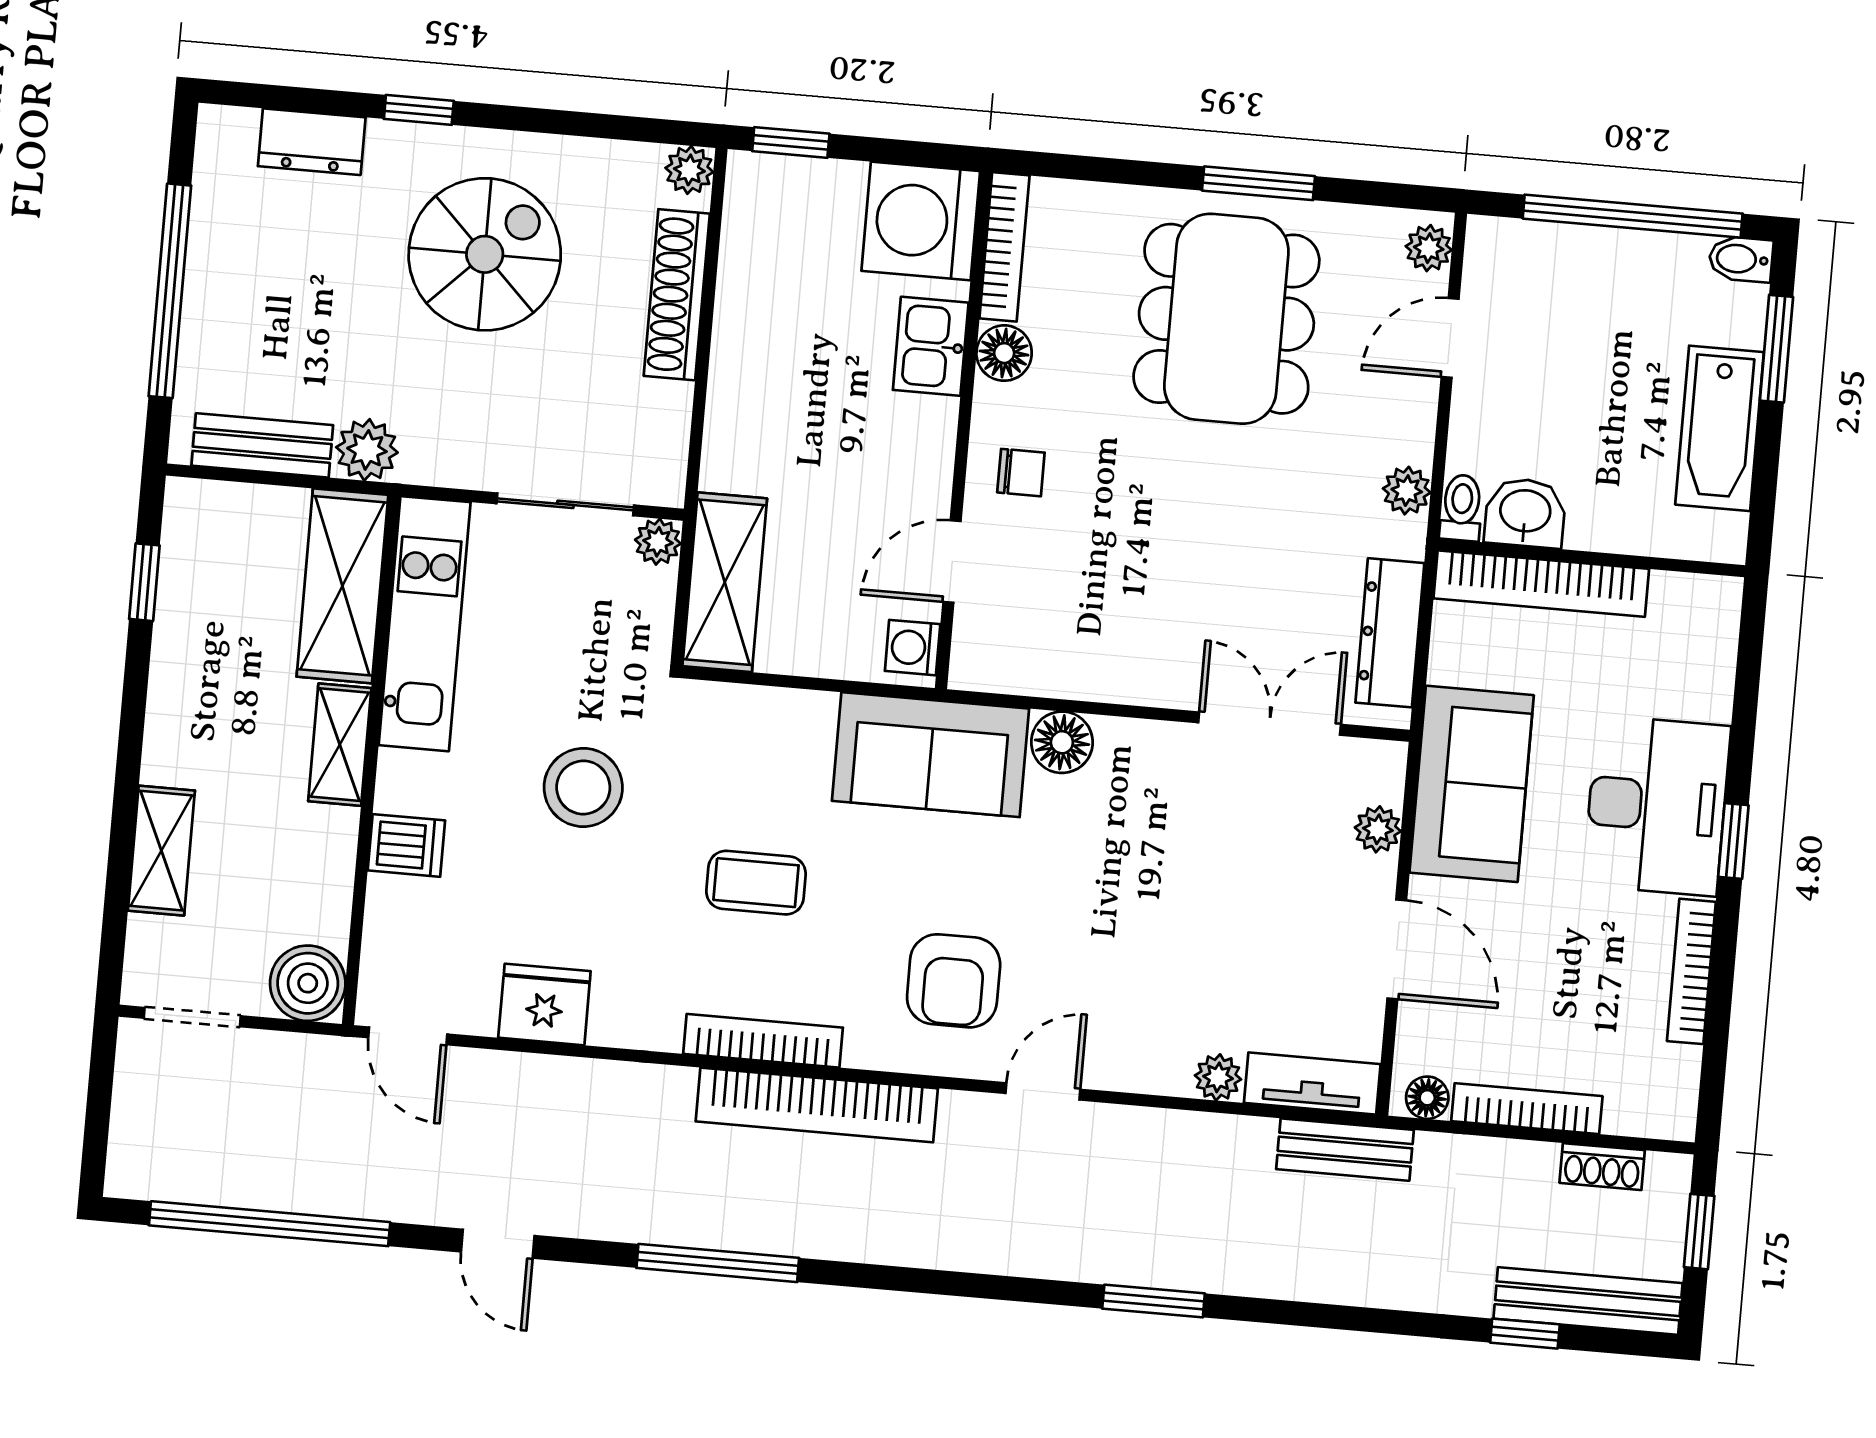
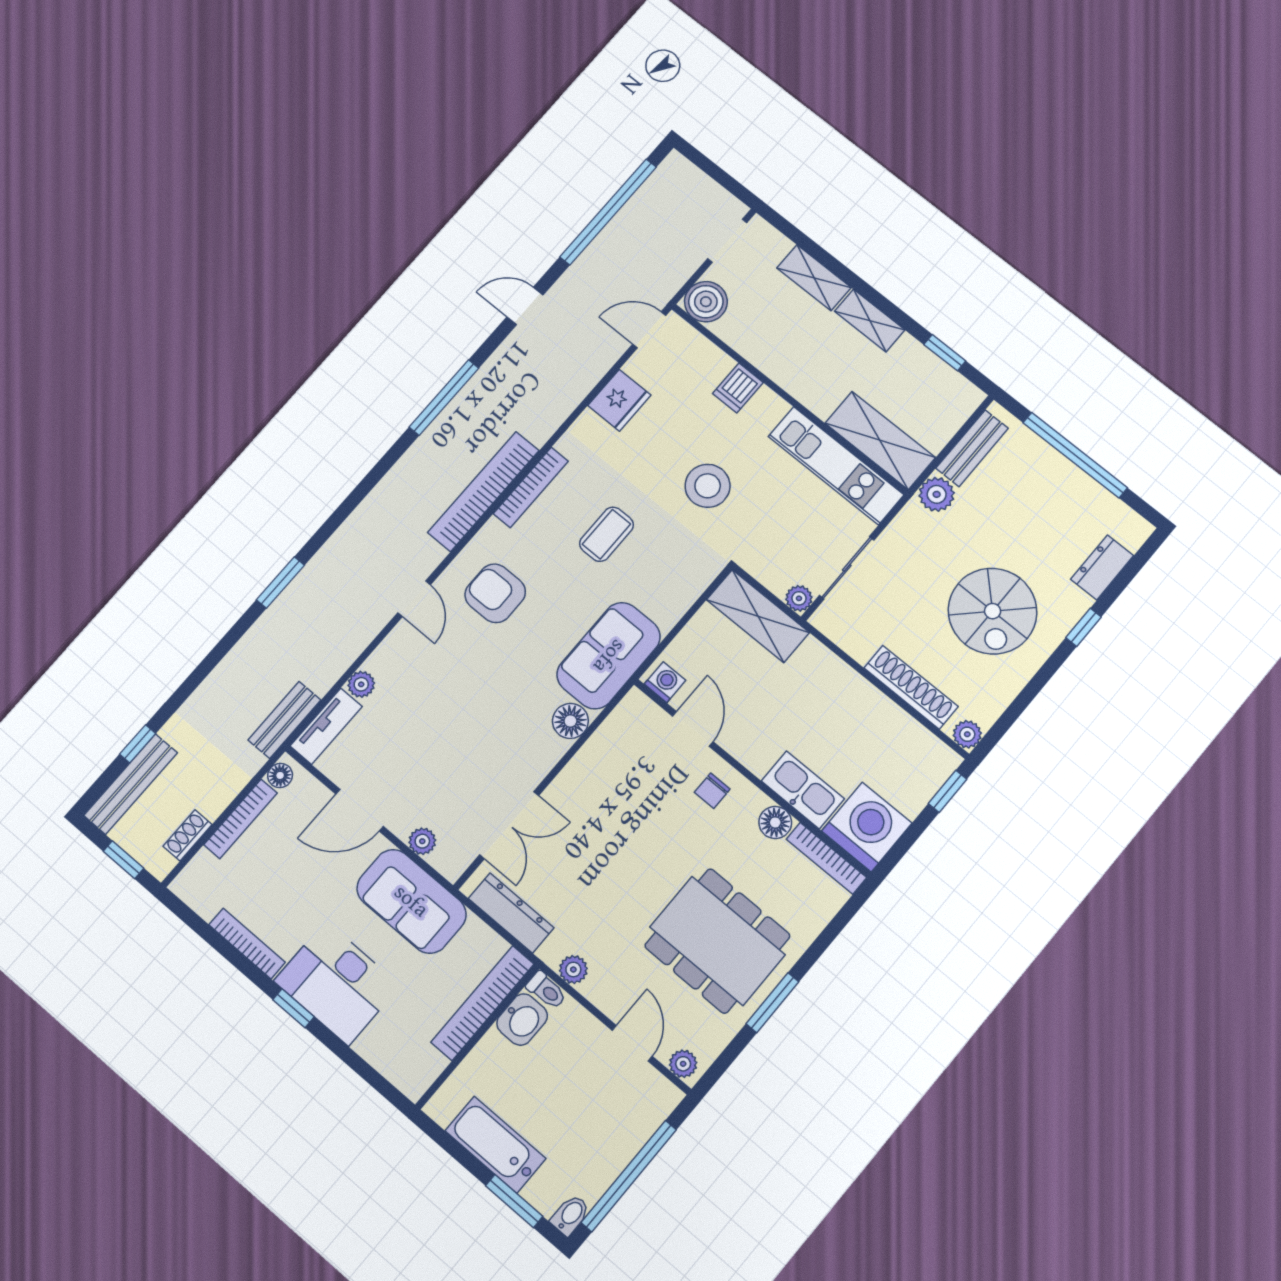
kitchen sink: (931, 346) -> (803, 790), width x1.38
shelving: (340, 745) -> (870, 321), moved

